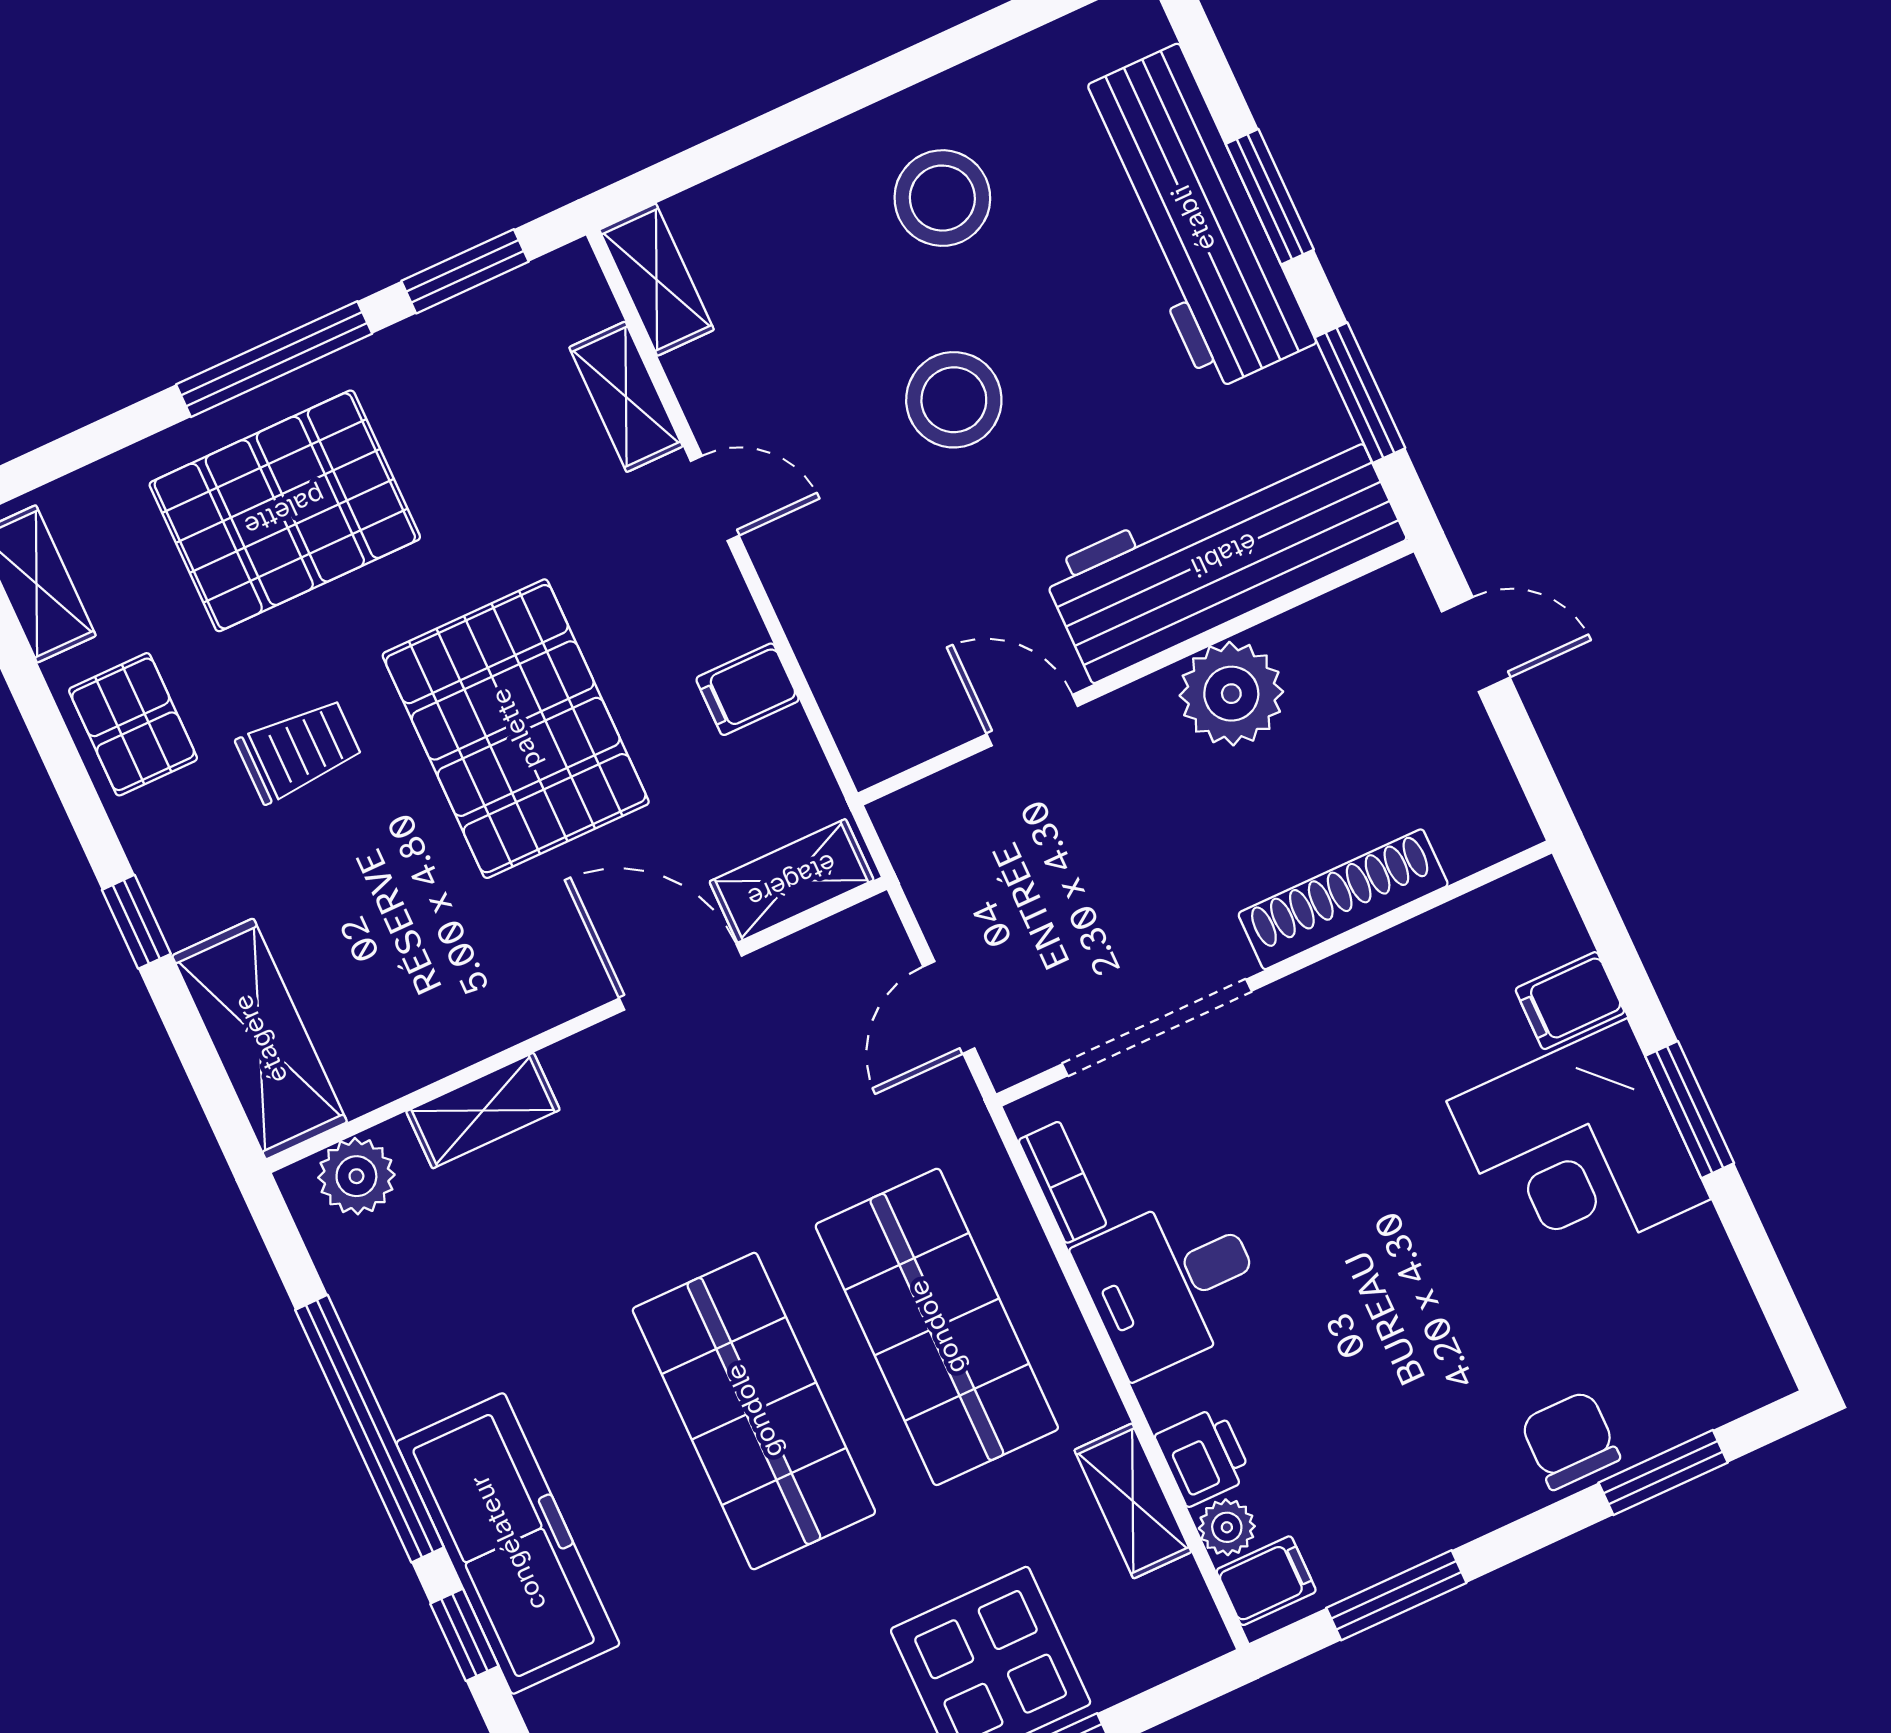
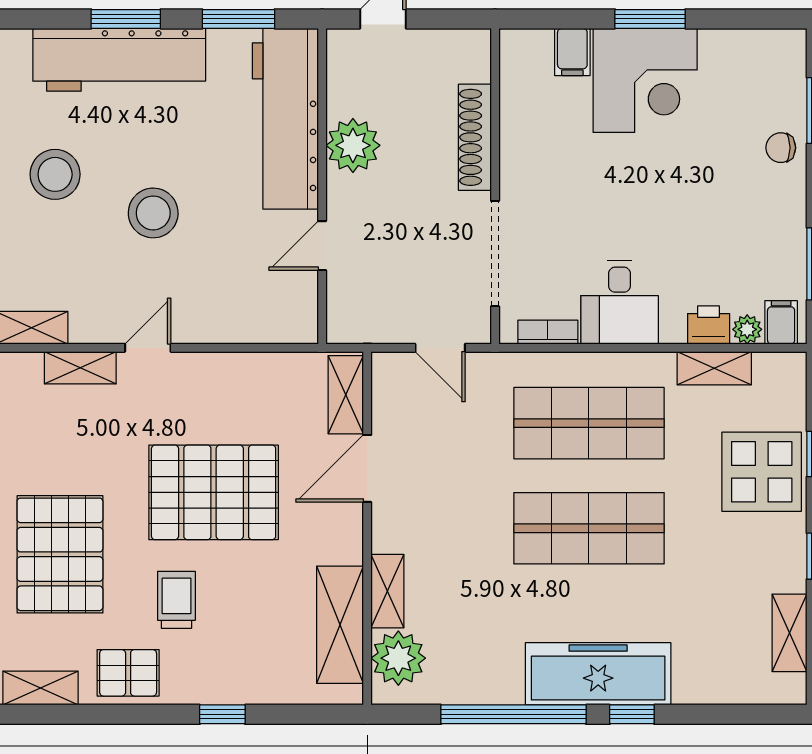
filing cabinet: (747, 689) -> (245, 374), removed
shelving: (260, 1039) -> (340, 625), moved, turned 90
plant: (356, 1176) -> (398, 658), width x1.36, depth x1.36
chair: (1570, 1440) -> (781, 148), width x0.73, depth x0.73

